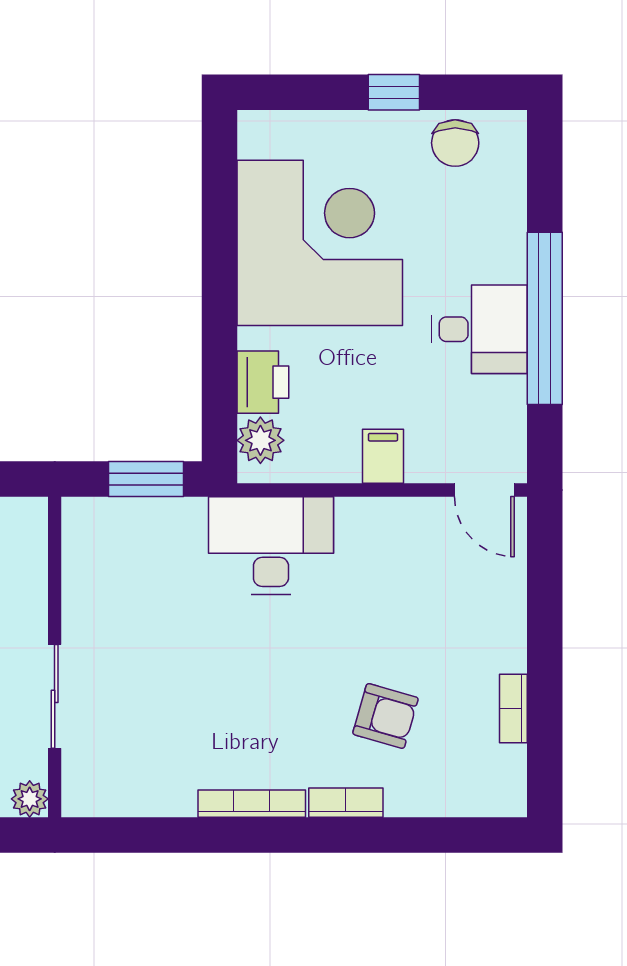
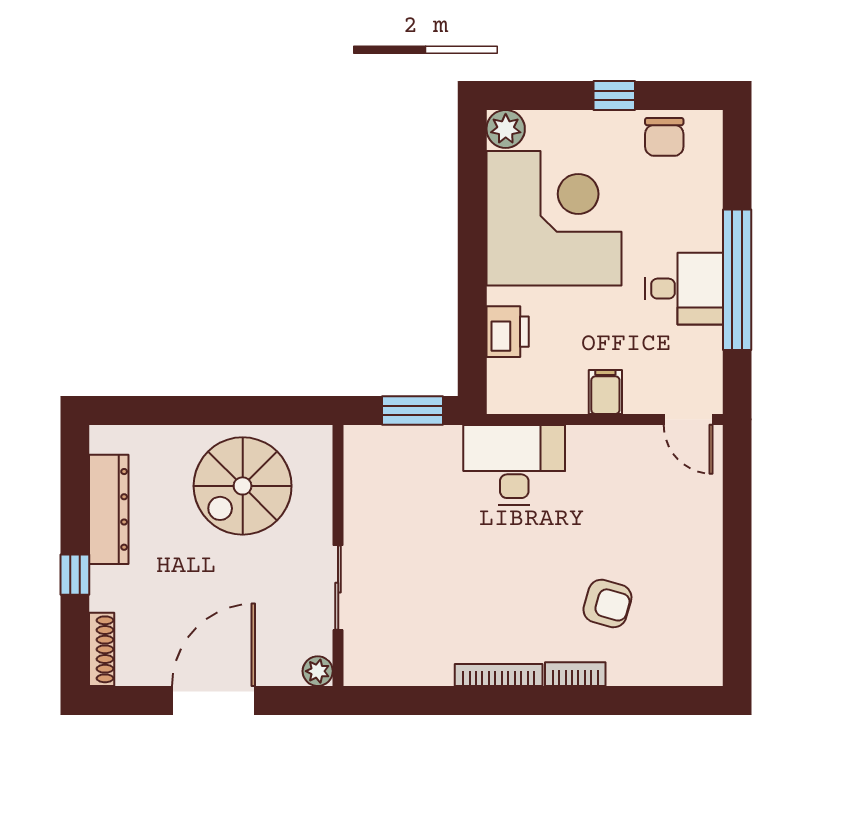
plant: (260, 440) -> (506, 129), moved
bookcase: (513, 708) -> (712, 597), removed

